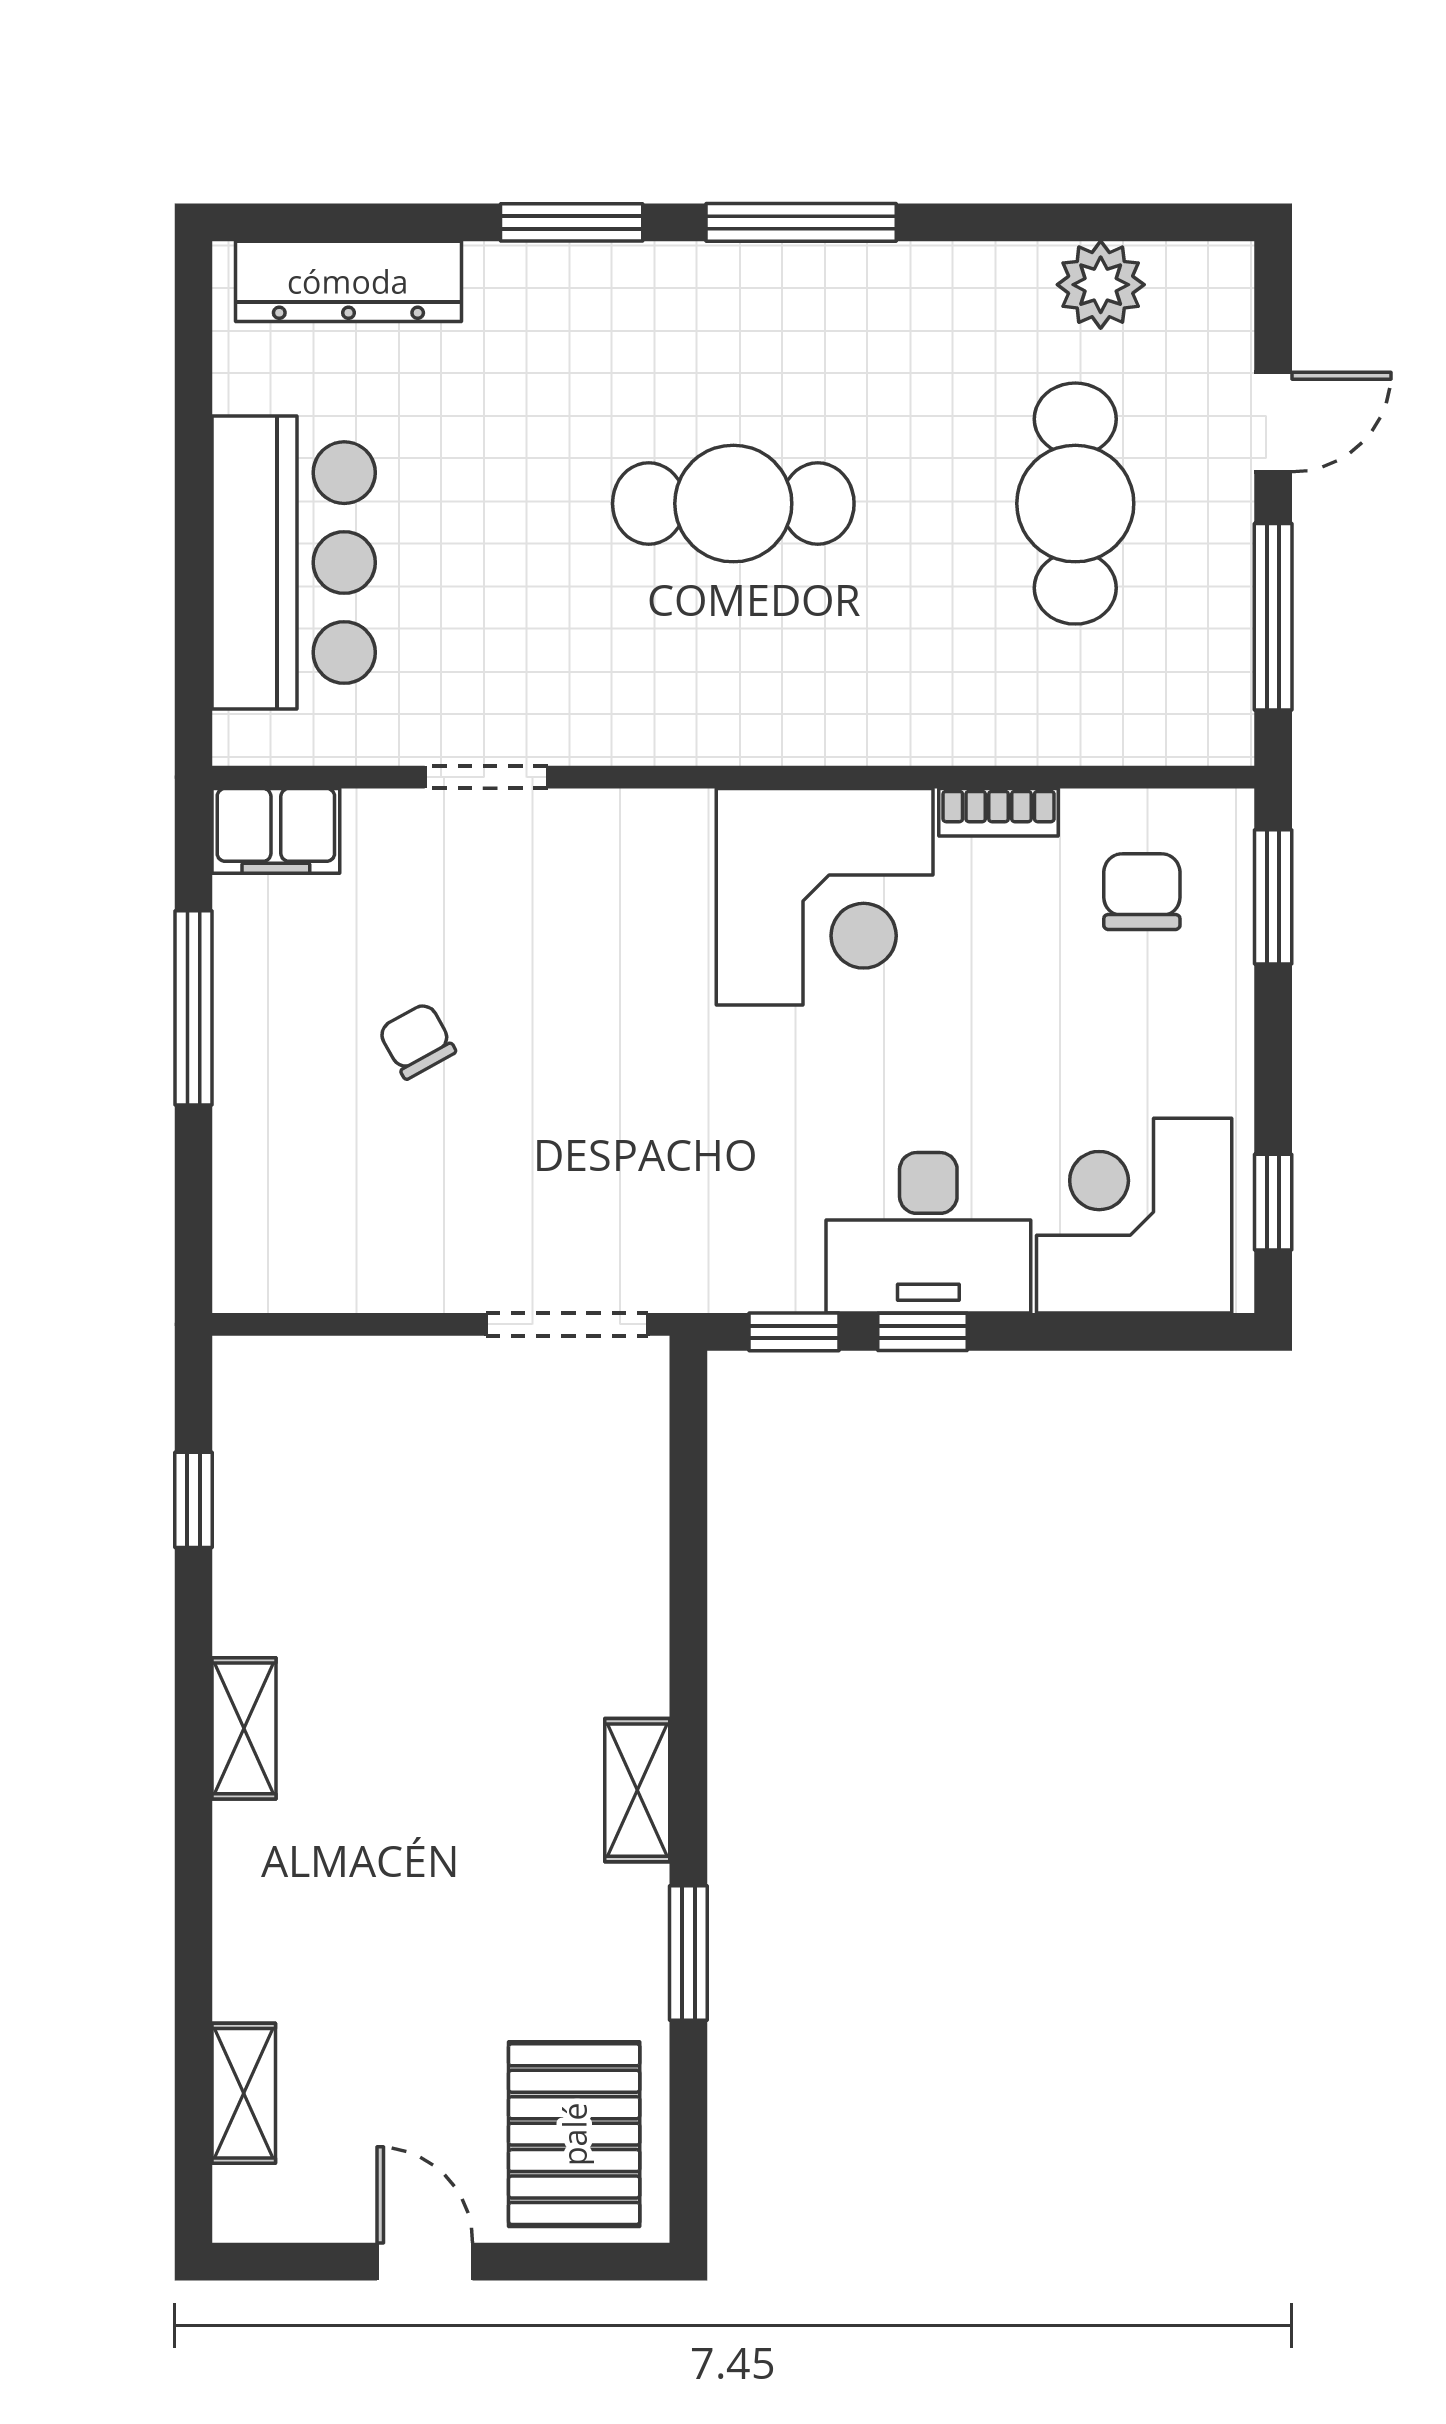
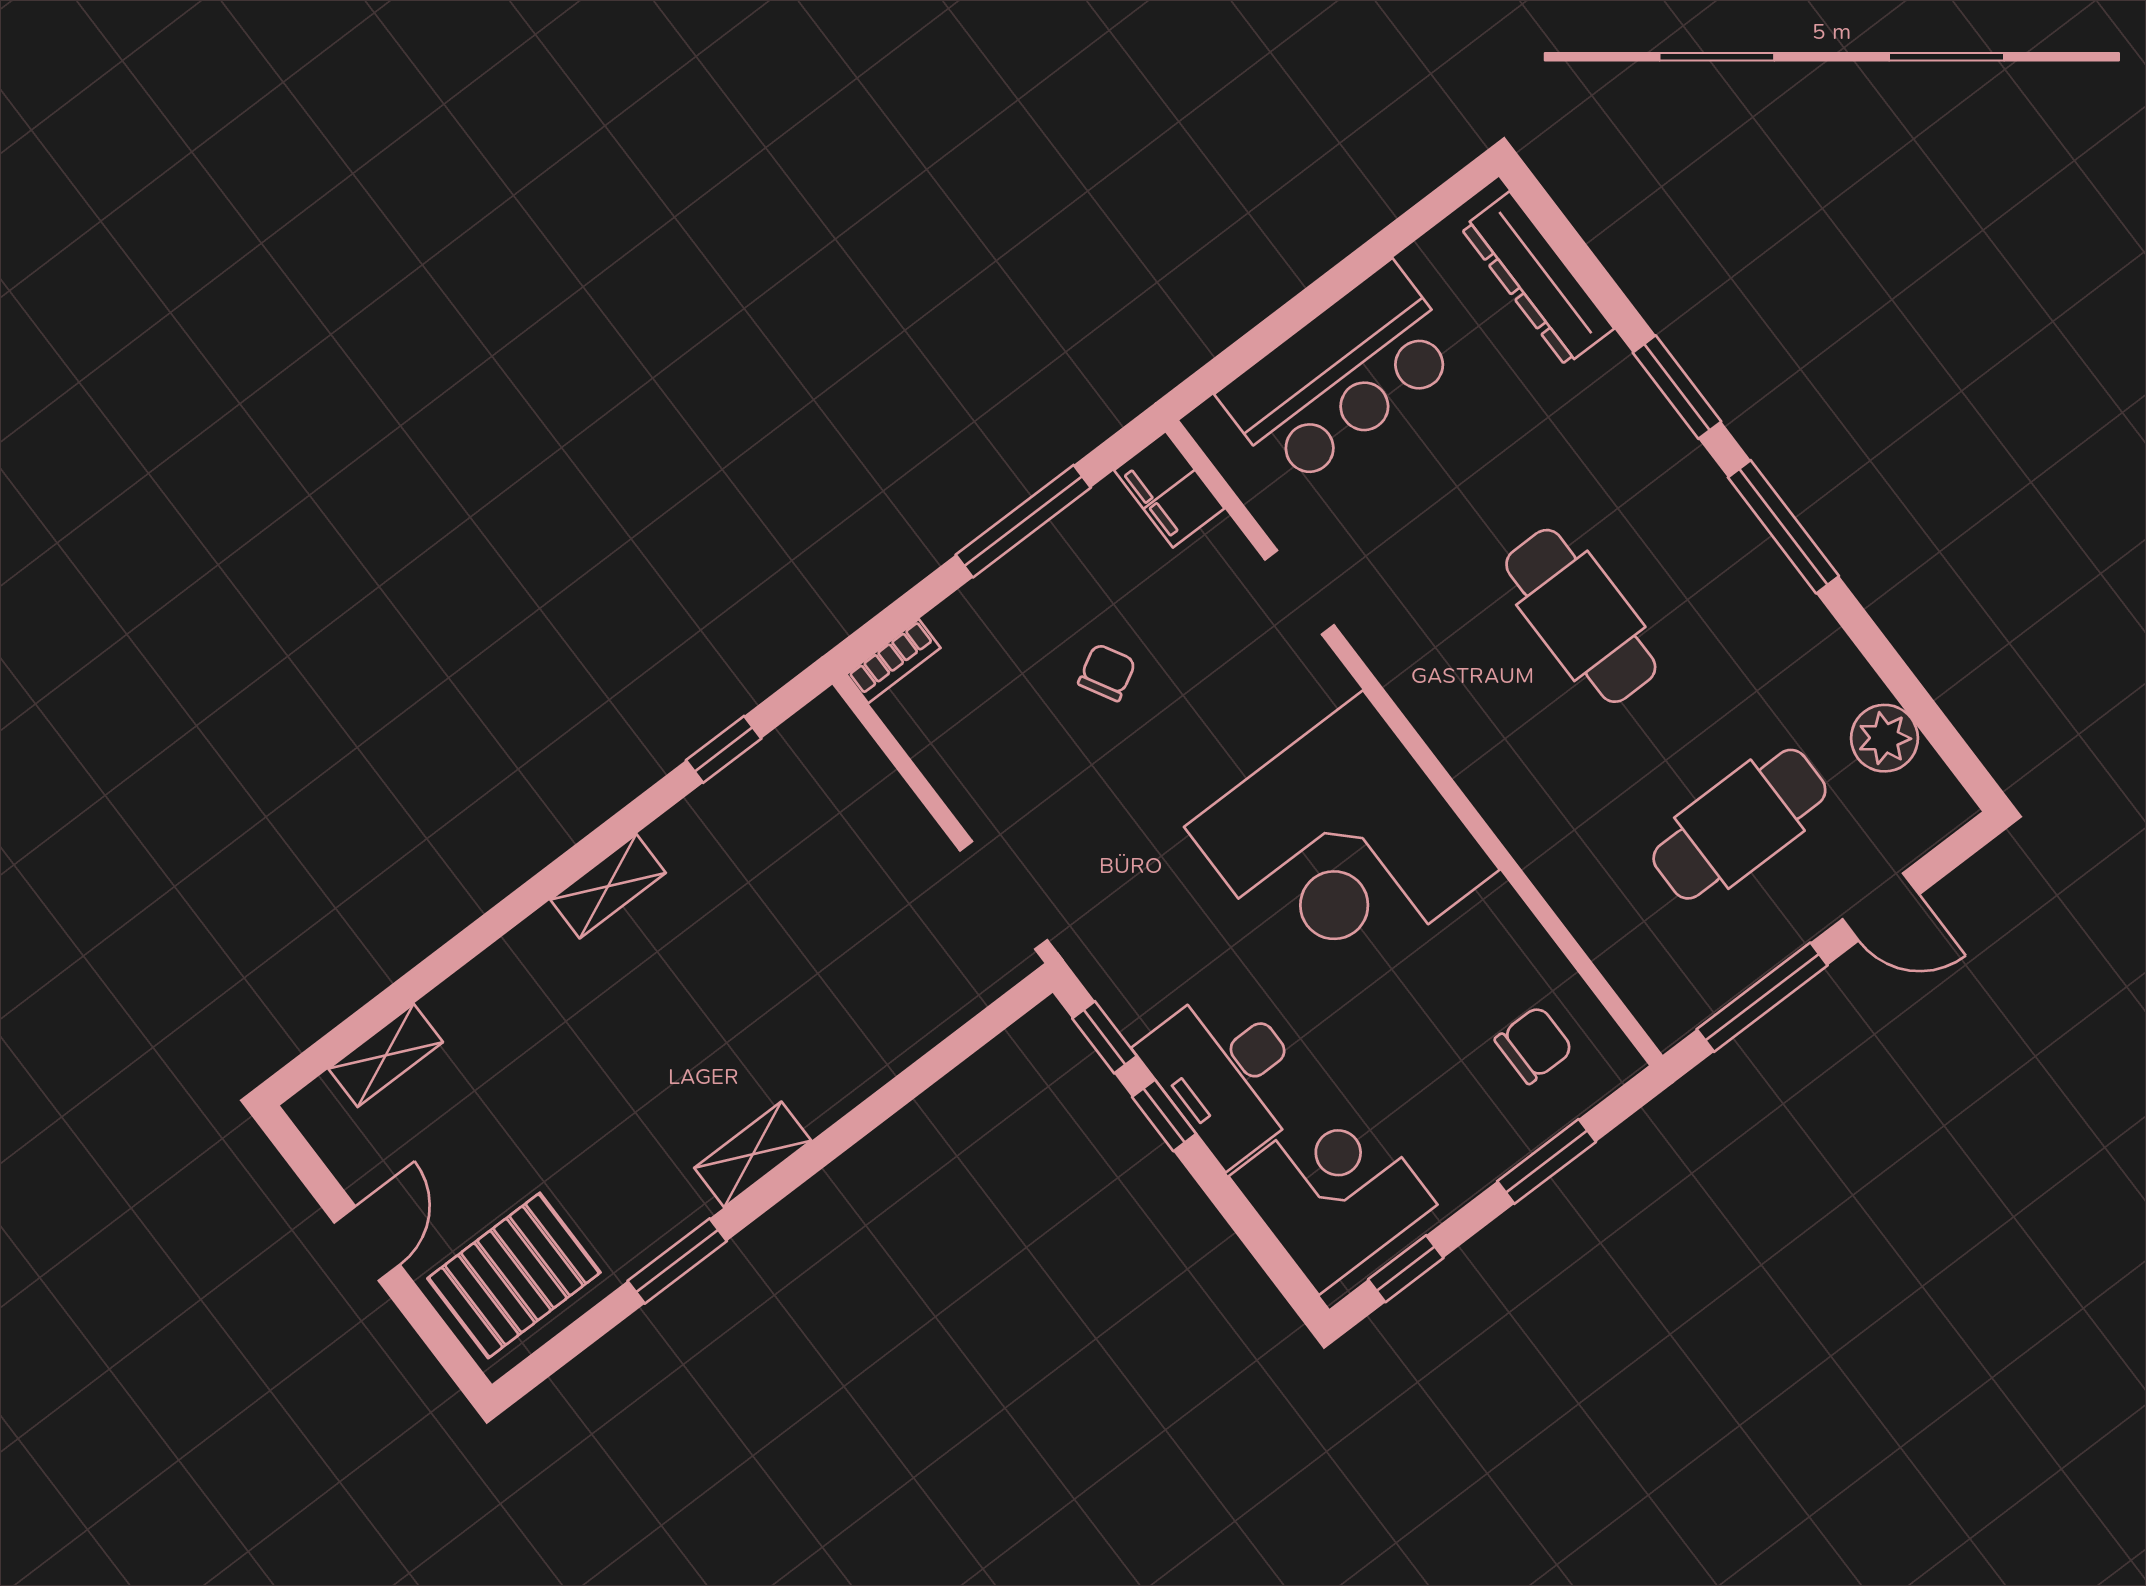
bookcase: (999, 812) -> (893, 661), moved, turned -90
corner desk: (825, 897) -> (1342, 848), width x1.36, depth x1.36
window: (1273, 897) -> (1547, 1161), moved

